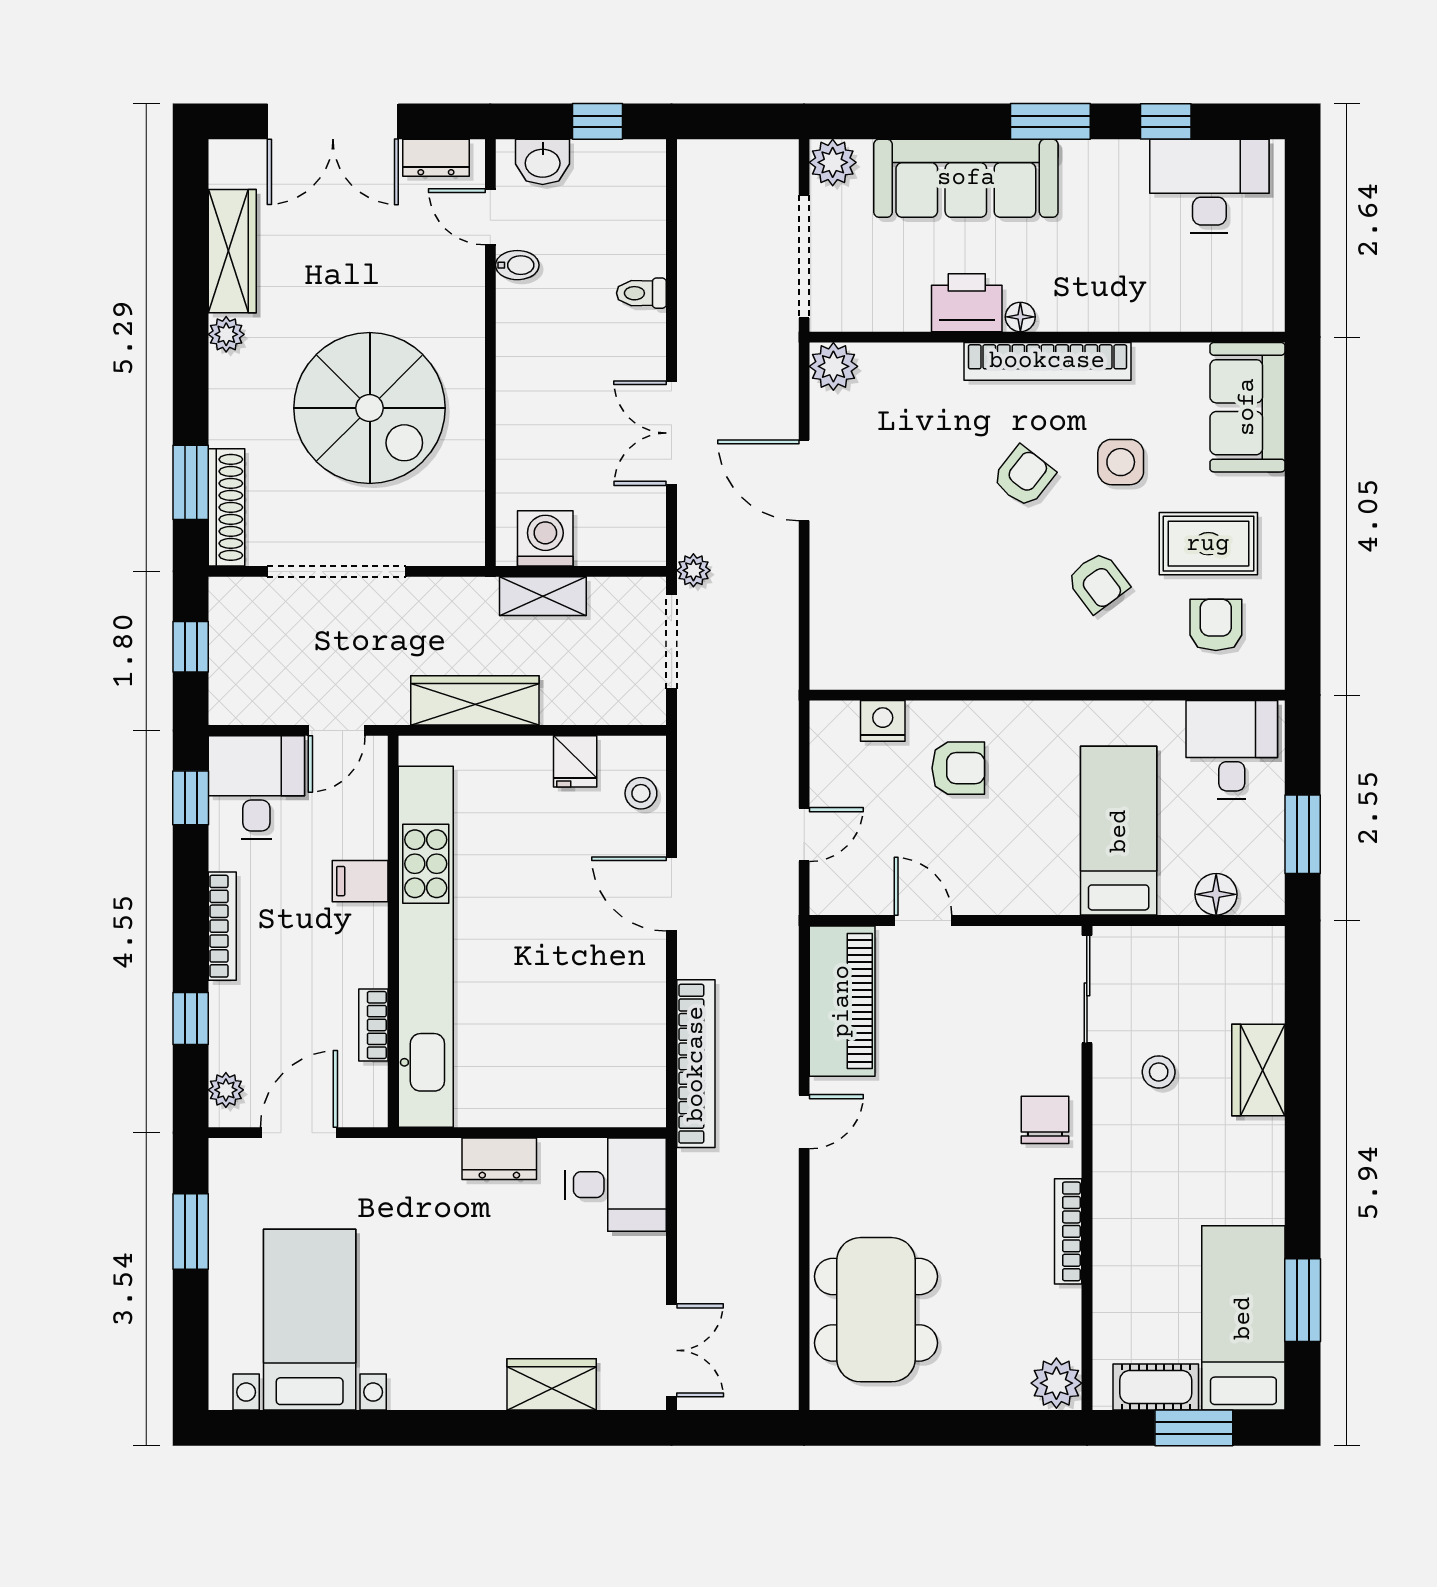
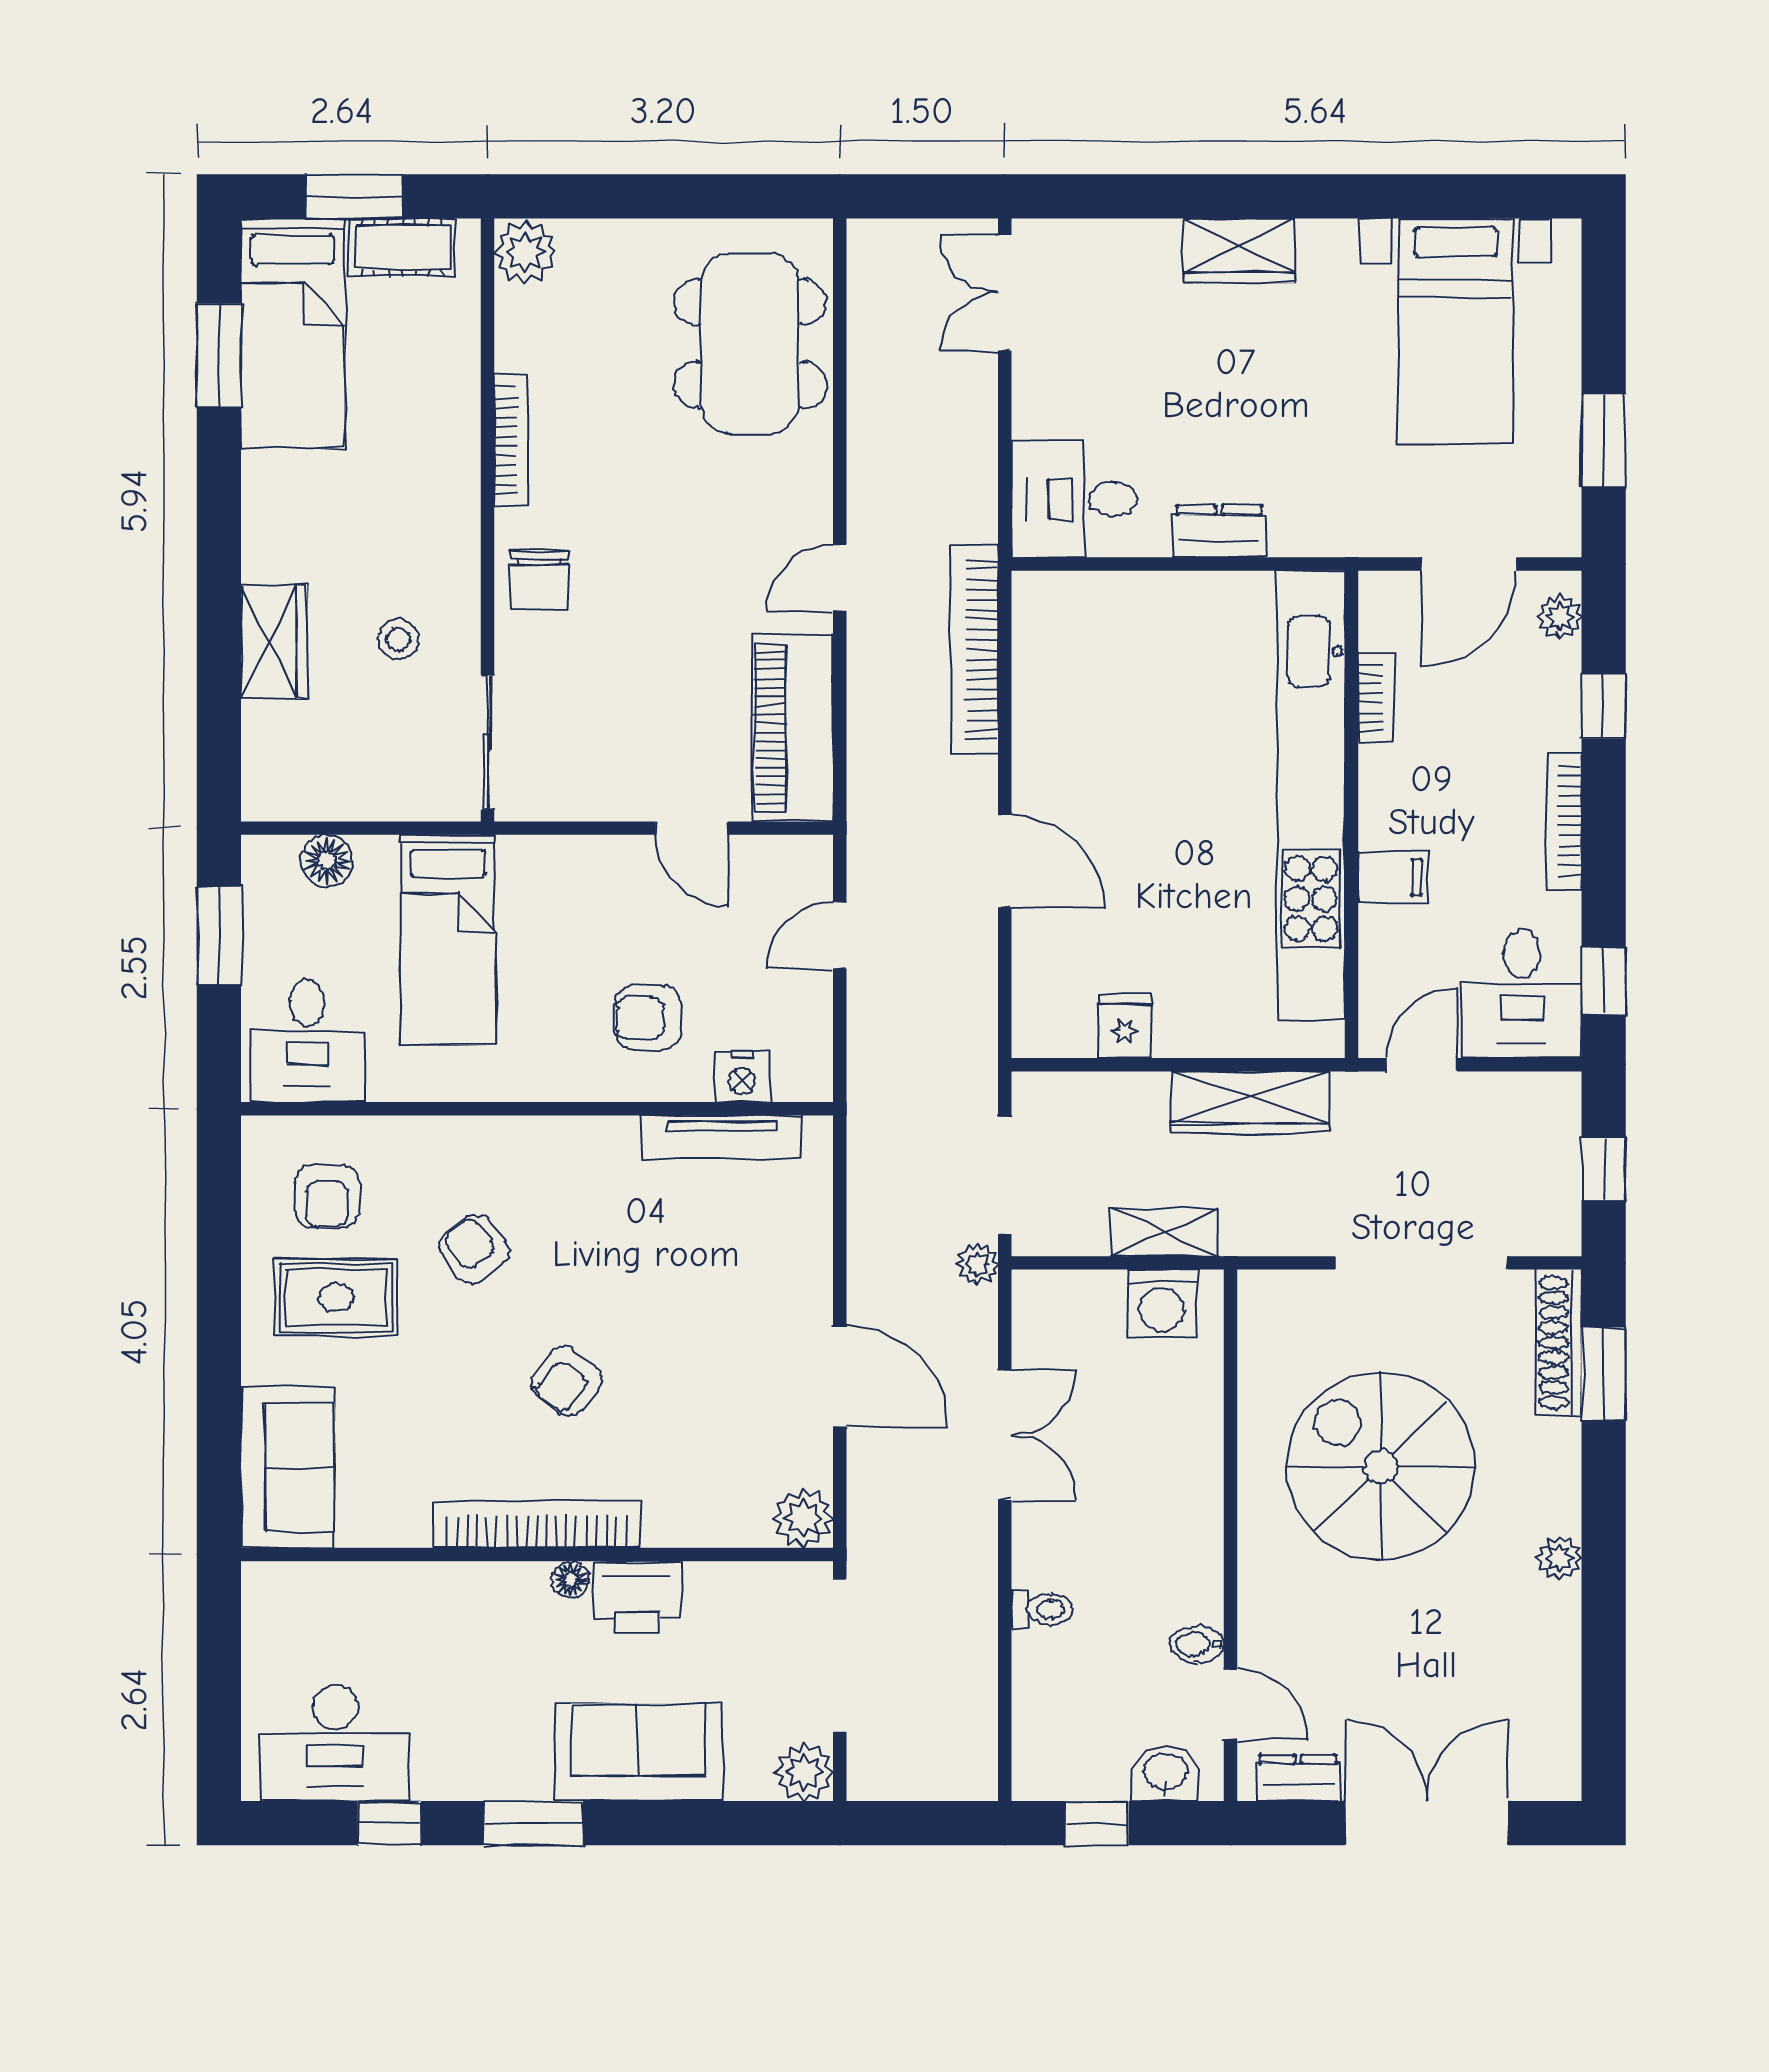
sofa: (966, 178) -> (638, 1752), width x0.73
wardrobe: (232, 251) -> (1552, 1662), removed
side table: (1121, 462) -> (445, 1399), removed
tv unit: (899, 672) -> (722, 1137), added
stool: (641, 793) -> (1043, 987), removed
wardrobe: (552, 1384) -> (1239, 250), moved

